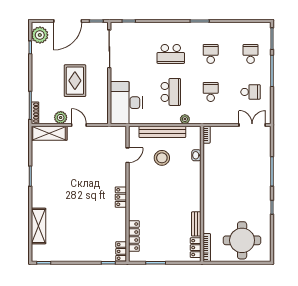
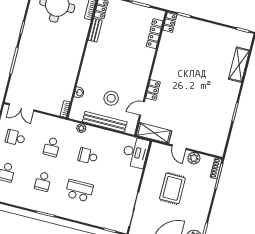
school desk: (171, 92) -> (88, 156), width x0.54
desk: (126, 103) -> (135, 152), width x0.73, depth x0.77
shelving: (49, 133) -> (154, 133), moved
locker: (121, 197) -> (153, 90), moved

